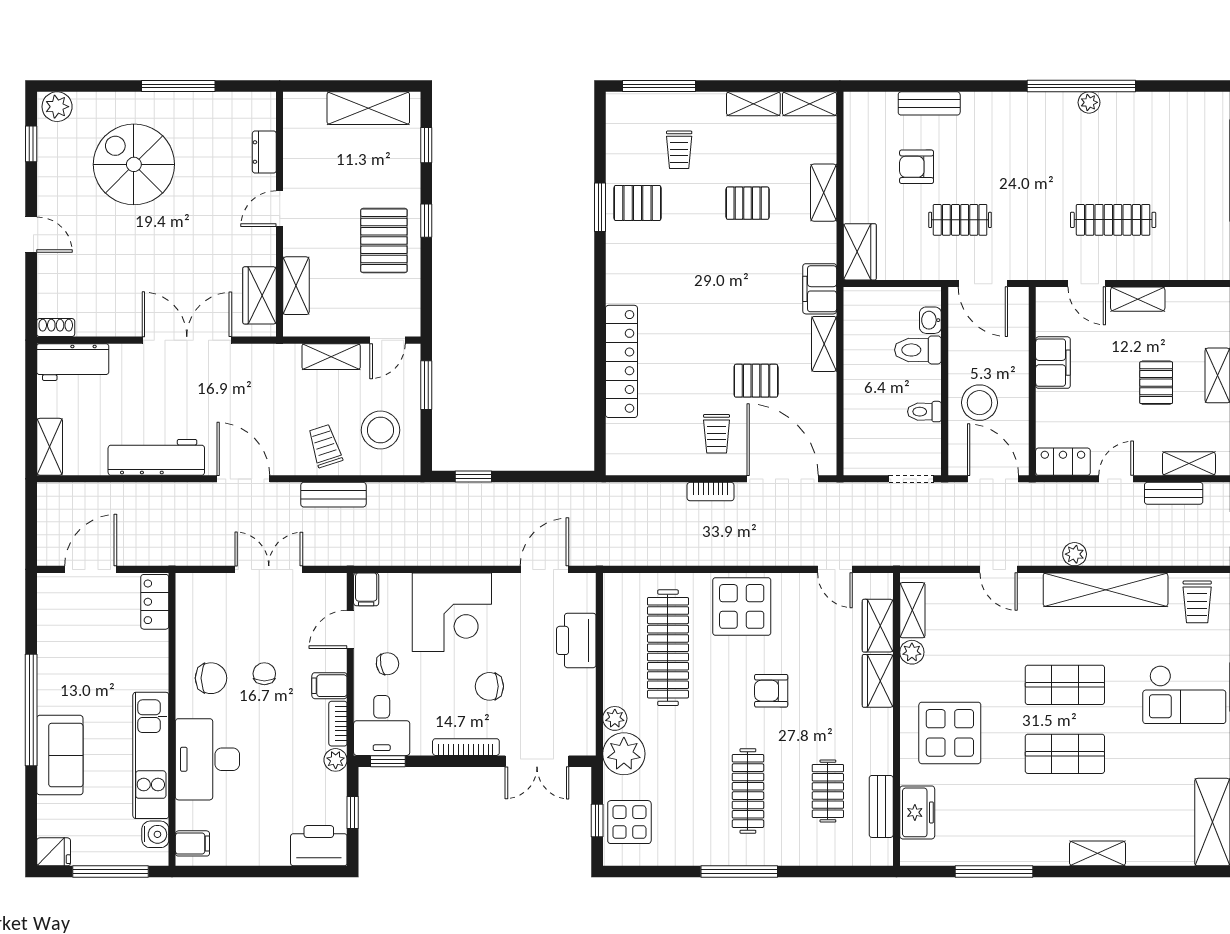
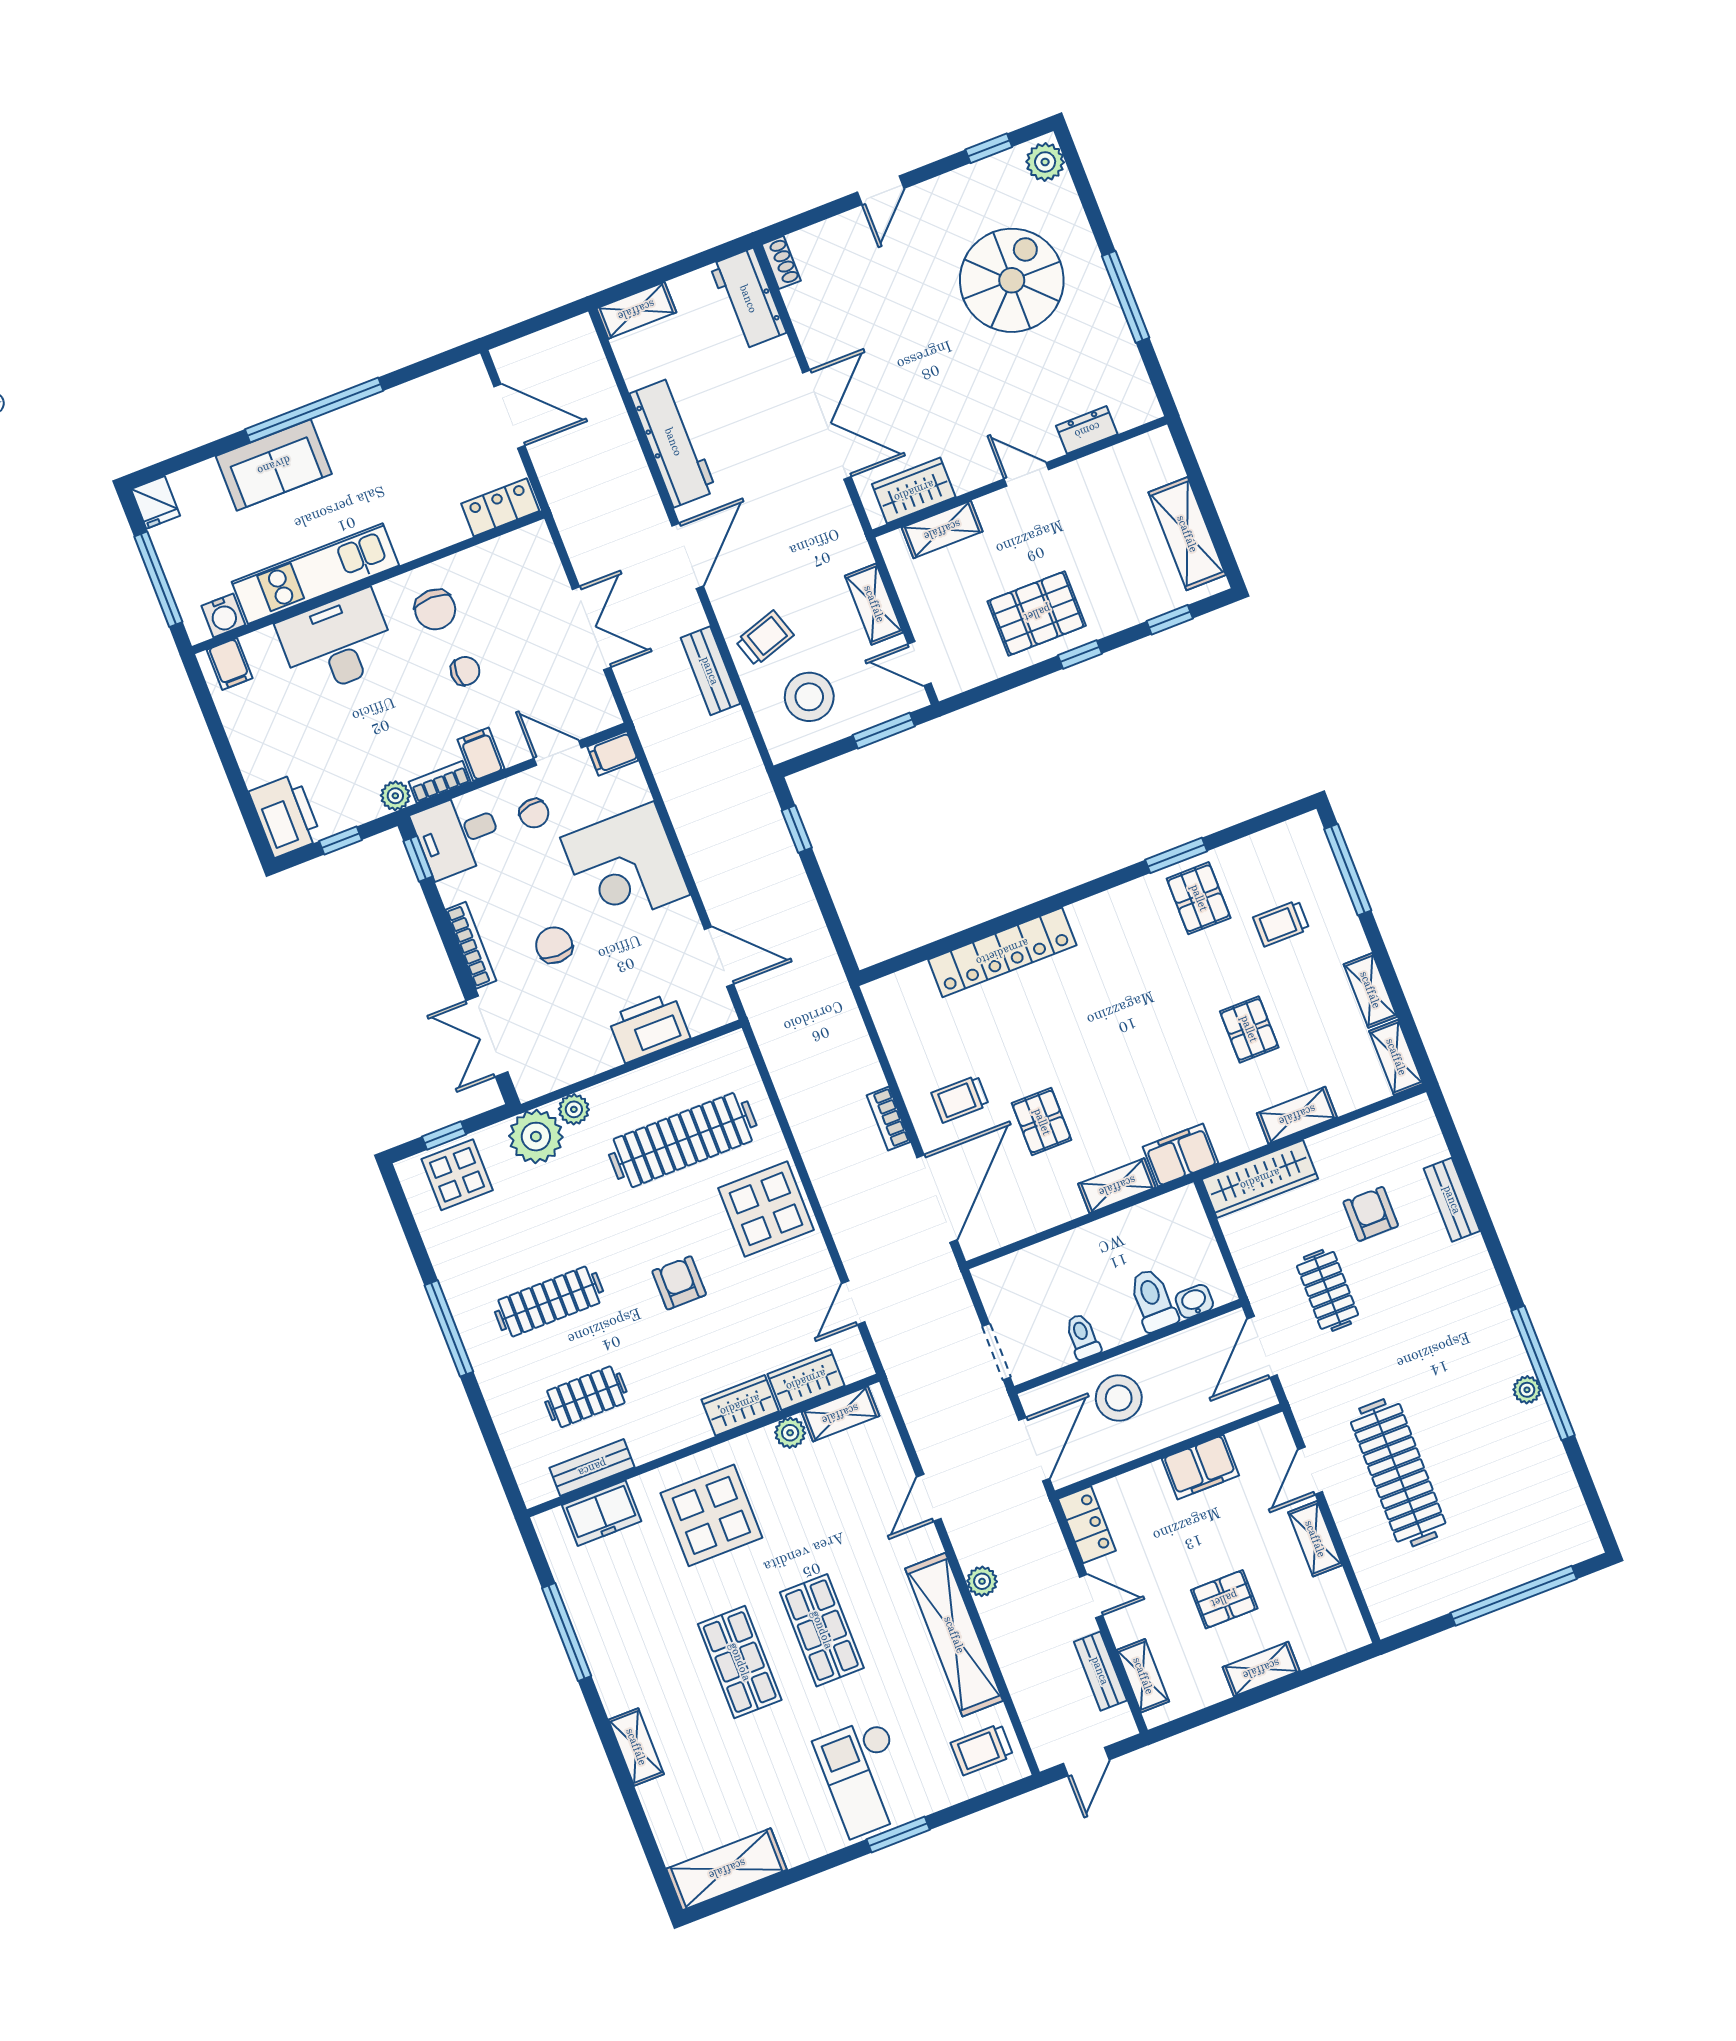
clothes rail: (1113, 220) -> (1398, 1473), width x1.37, depth x1.31
wardrobe: (860, 252) -> (1260, 1179), width x1.50

